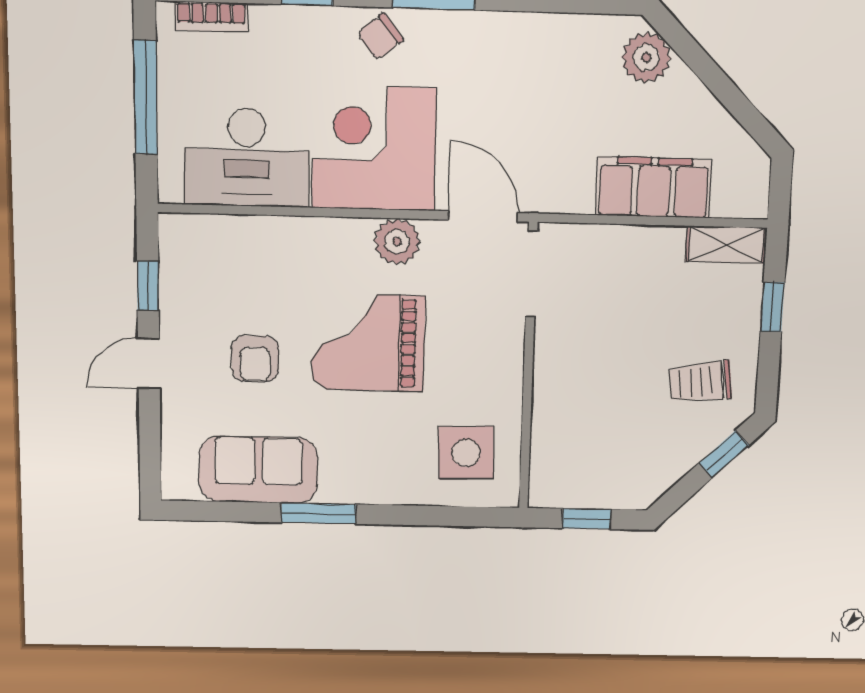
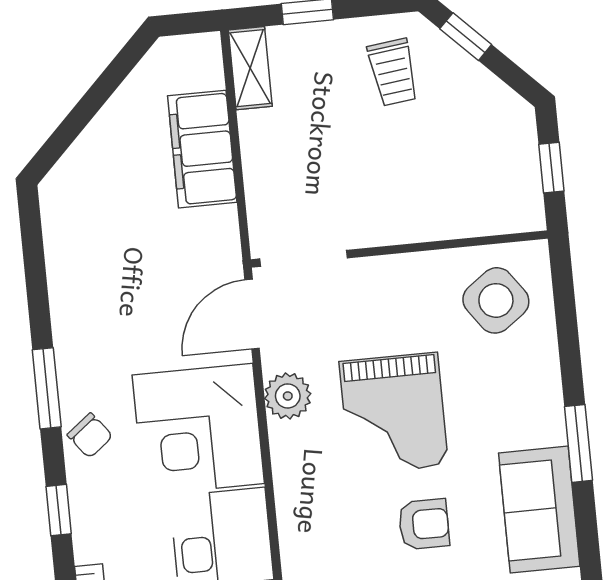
plant: (646, 58) -> (77, 175), removed
side table: (466, 453) -> (496, 300), turned -34

